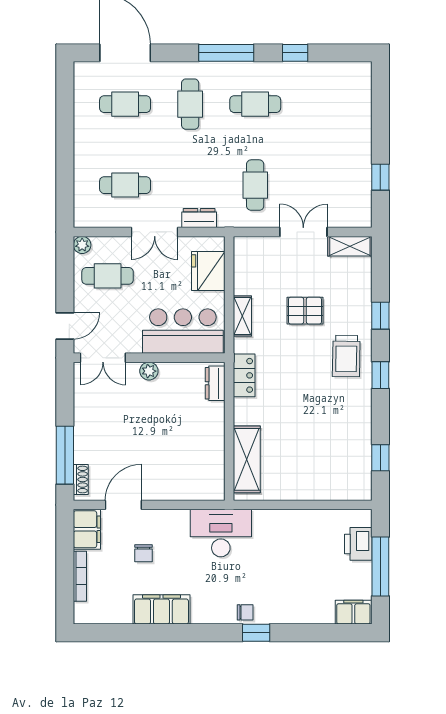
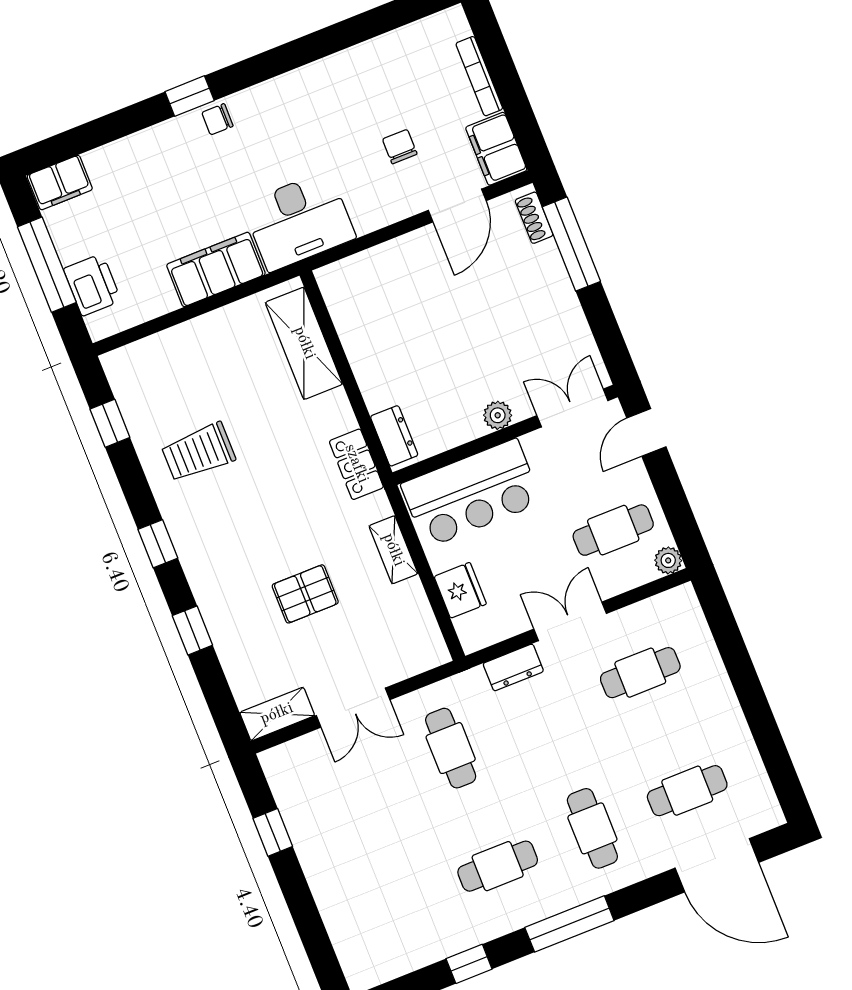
fridge: (208, 271) -> (460, 590), width x0.73, depth x0.75
trolley: (346, 356) -> (198, 452), moved, turned -91
filing cabinet: (161, 609) -> (216, 269), moved, turned 180

